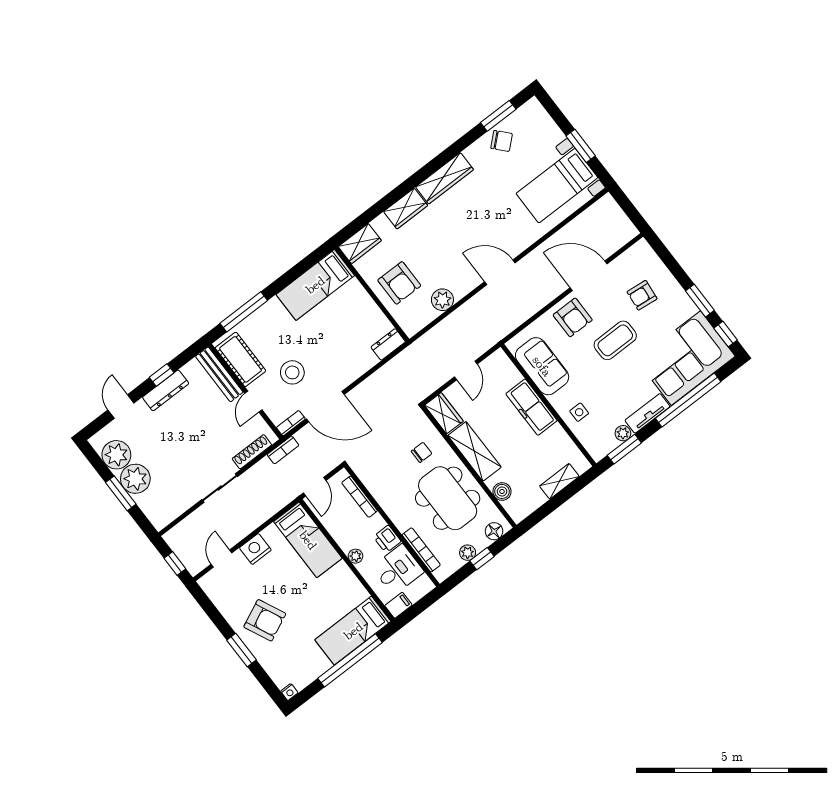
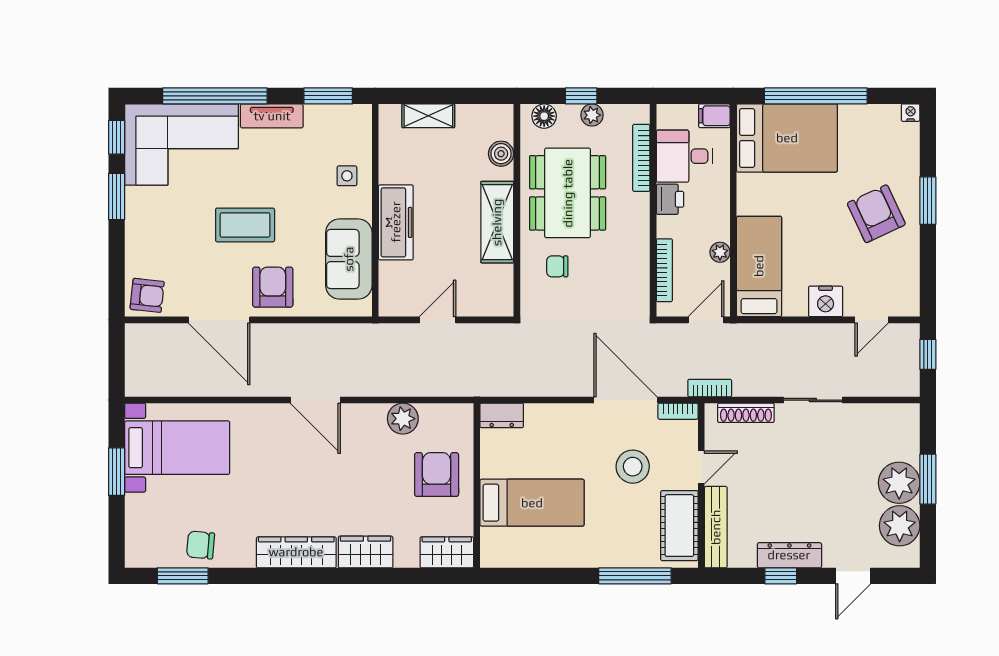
chair: (502, 141) -> (201, 545), turned -43
bed: (315, 285) -> (532, 503), moved
armchair: (642, 295) -> (147, 295), moved
wardrobe: (444, 413) -> (499, 291), removed
plant: (623, 433) -> (316, 115), removed
plant: (356, 556) -> (720, 252), moved
bed: (353, 631) -> (787, 138), width x1.50

